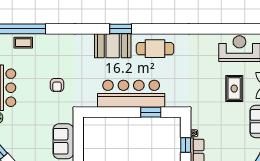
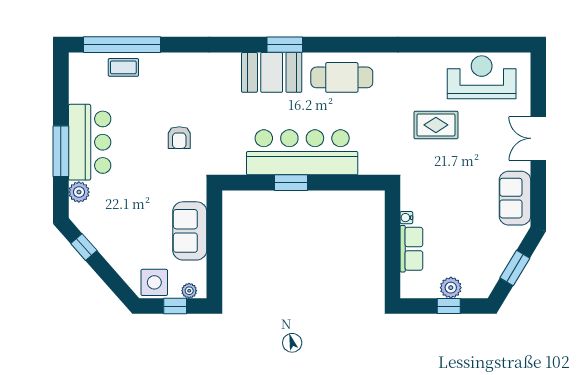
rug: (234, 89) -> (436, 125), moved, turned 90
window: (151, 112) -> (291, 183), moved
window: (186, 145) -> (393, 237), removed

